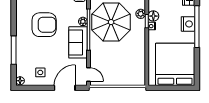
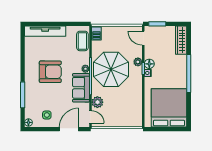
nightstand: (188, 24) -> (181, 71), removed
plant: (96, 58) -> (97, 102), added

